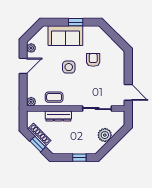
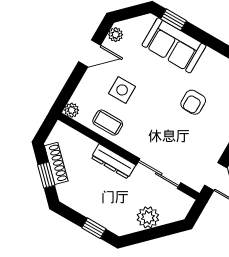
window: (76, 22) -> (174, 20), moved
armchair: (93, 60) -> (193, 102), turned 180
side table: (69, 67) -> (122, 90), moved
dresser: (58, 116) -> (113, 161), moved

